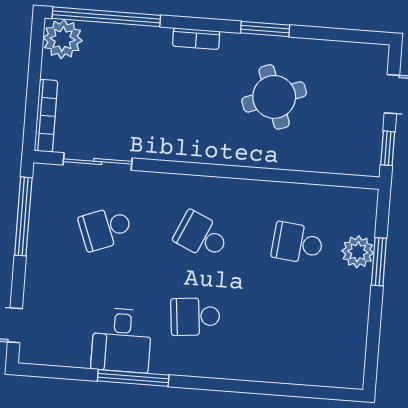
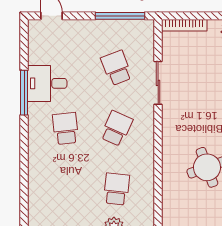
sliding door: (98, 161) -> (158, 83), moved

